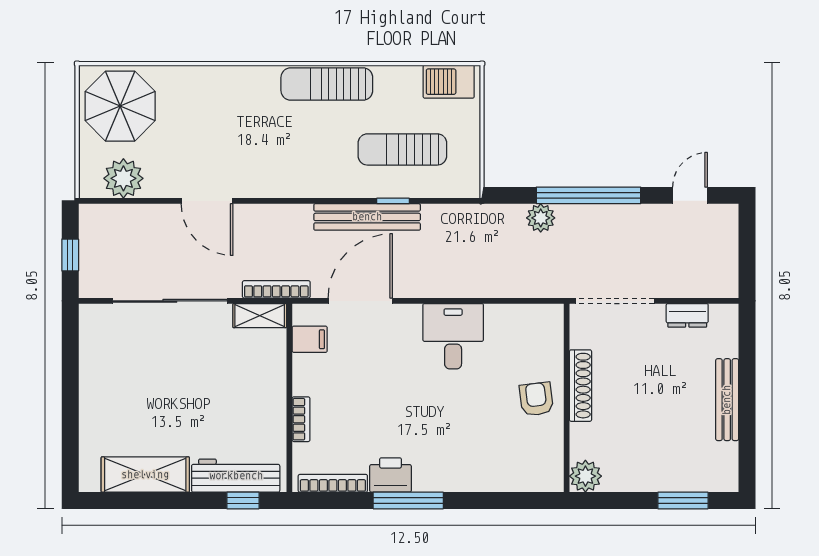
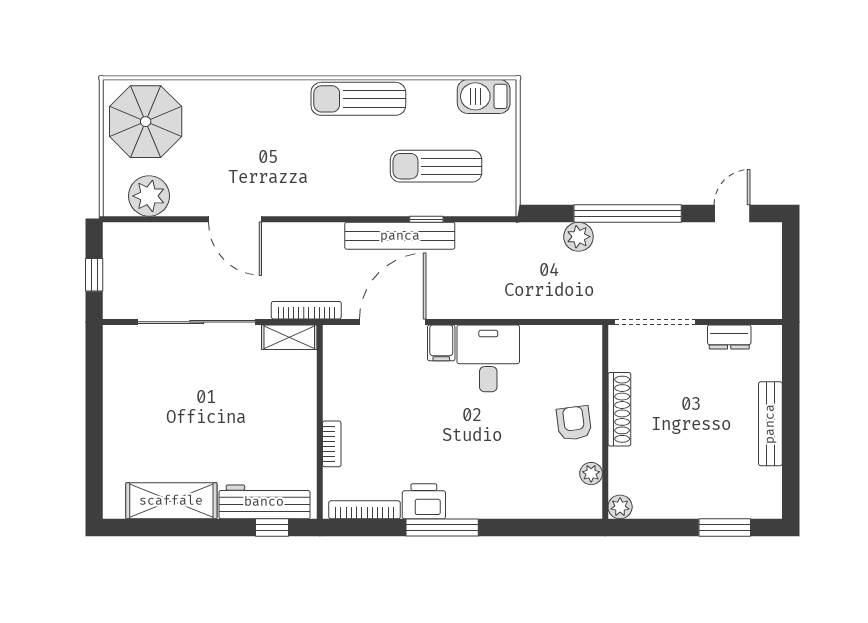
filing cabinet: (310, 339) -> (441, 343), moved, turned 90
plant: (553, 448) -> (591, 474), added
plant: (585, 476) -> (620, 507), width x0.73, depth x0.73

